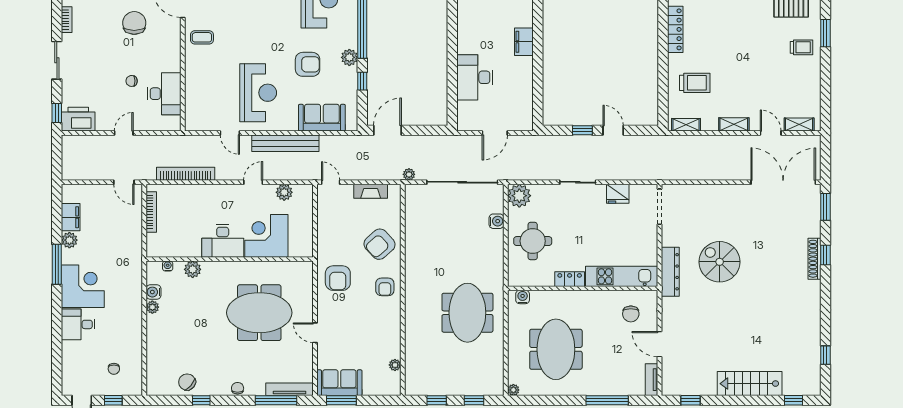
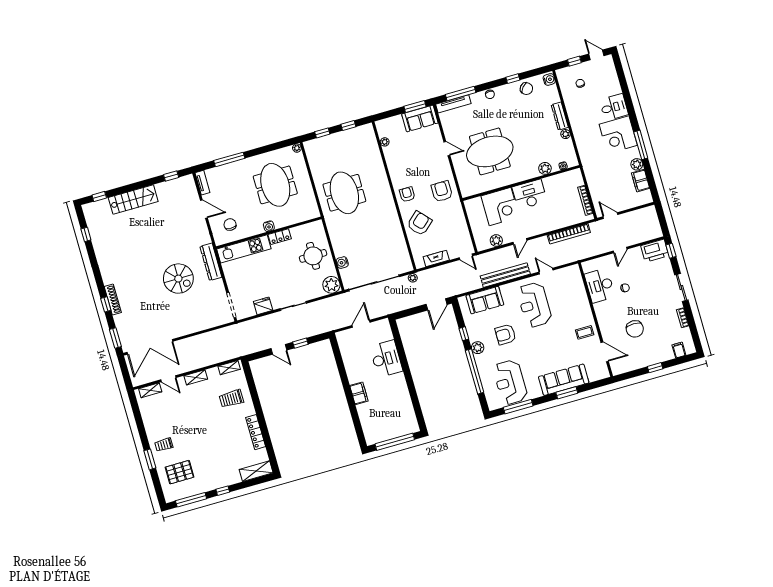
water cooler: (154, 292) -> (549, 79), moved
water cooler: (523, 297) -> (269, 226), moved
dresser: (153, 333) -> (560, 116), added

